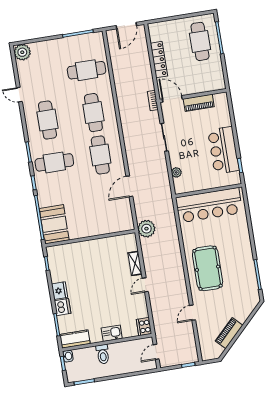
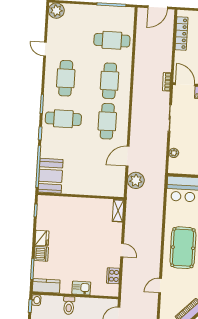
locker: (159, 60) -> (181, 34), moved
plant: (146, 229) -> (136, 180), moved
shelving: (135, 263) -> (118, 211), moved
door: (145, 285) -> (122, 250), swing flipped
cooker: (144, 327) -> (113, 276), moved

